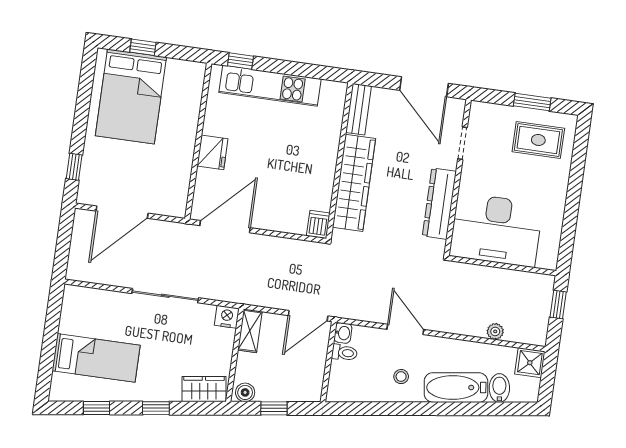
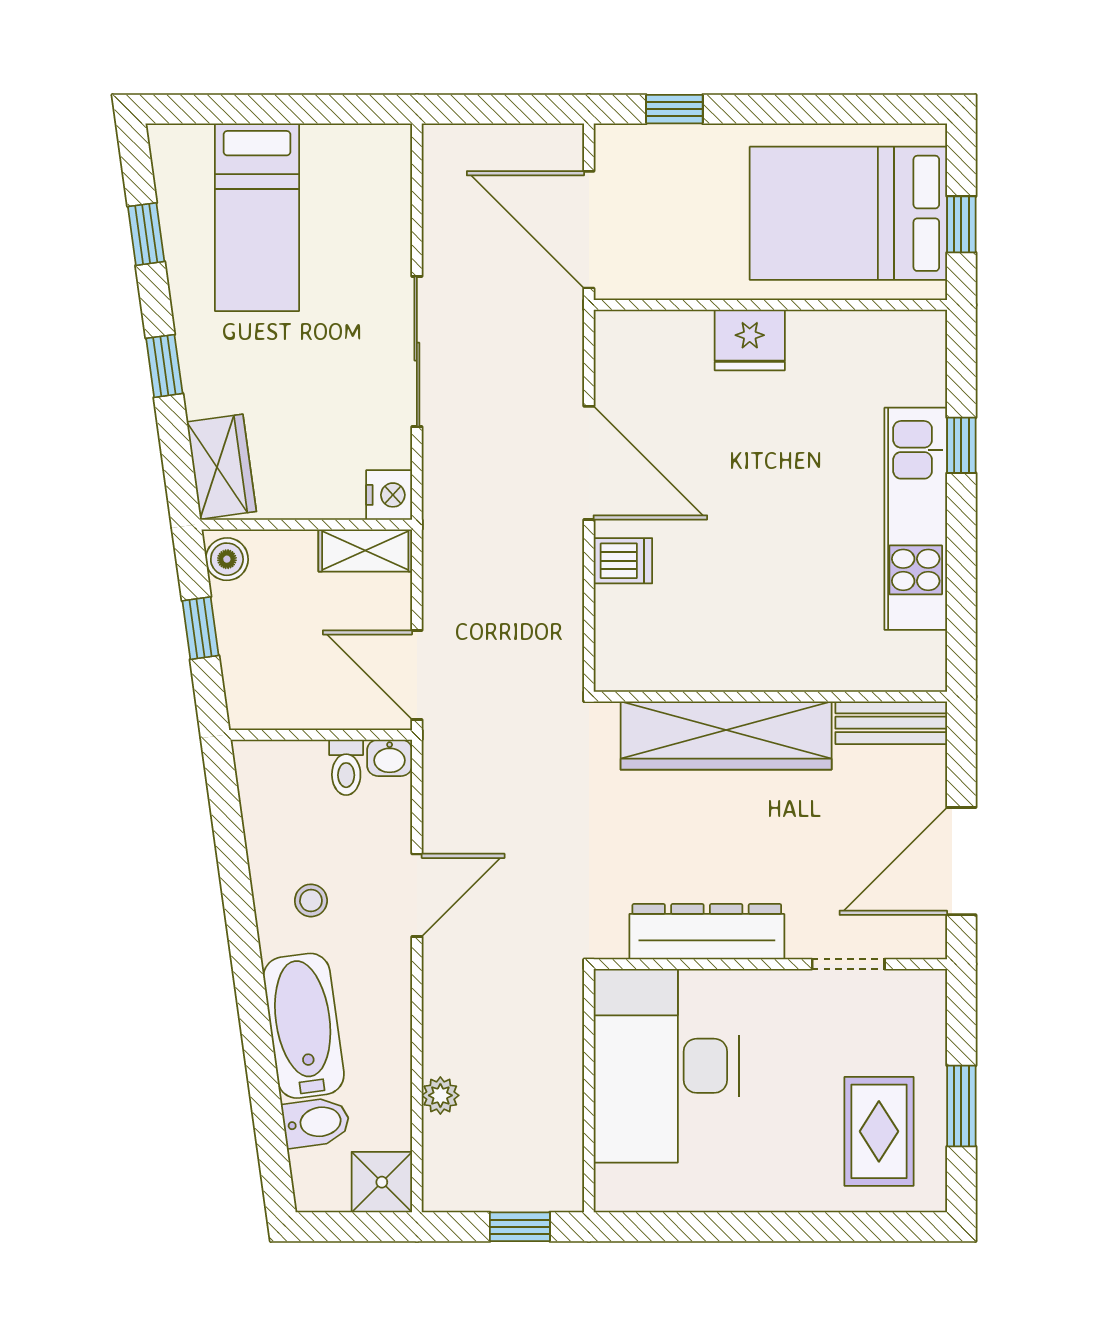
wall: (198, 141) -> (770, 305), moved
fridge: (212, 152) -> (750, 340), moved
dishwasher: (318, 224) -> (623, 561), moved

